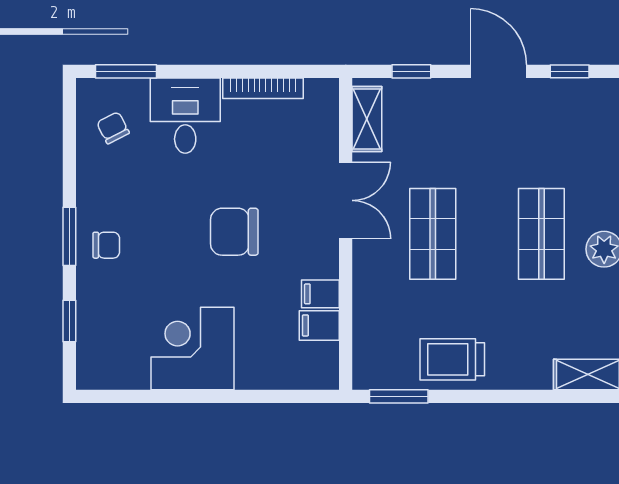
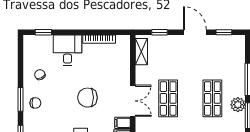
window: (126, 71) -> (43, 32), width x0.67
chair: (113, 128) -> (40, 75), moved
double door: (346, 200) -> (133, 101), moved

